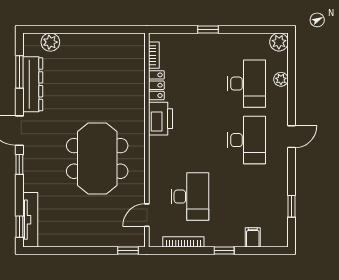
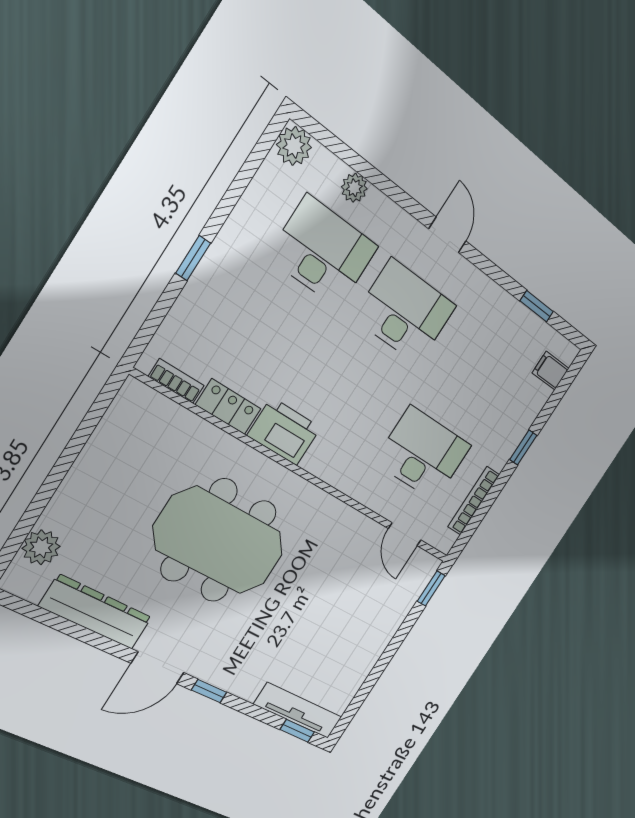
window: (19, 72) -> (61, 624), removed
meeting table: (97, 158) -> (219, 541), moved
filing cabinet: (253, 237) -> (551, 371), moved

